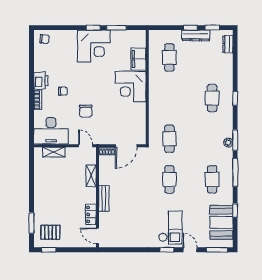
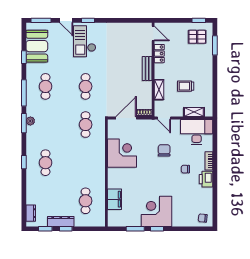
corner desk: (131, 86) -> (122, 153), moved
trolley: (63, 180) -> (186, 86), added

